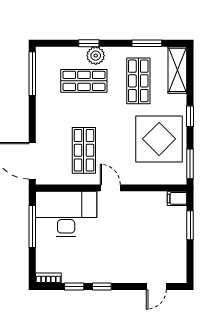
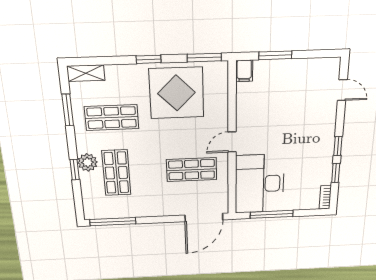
shelving: (177, 70) -> (86, 73), width x0.67, depth x0.75

